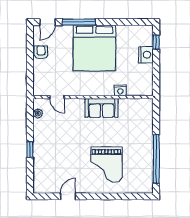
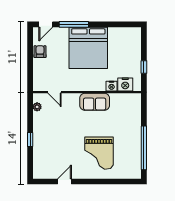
window: (156, 42) -> (144, 67), moved
nightstand: (146, 55) -> (125, 84), moved, turned 90

